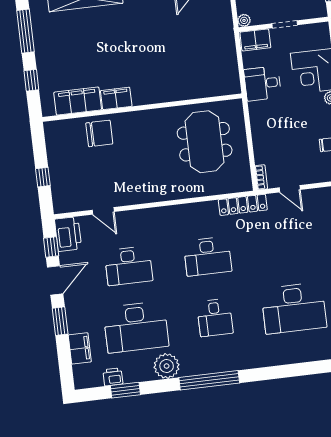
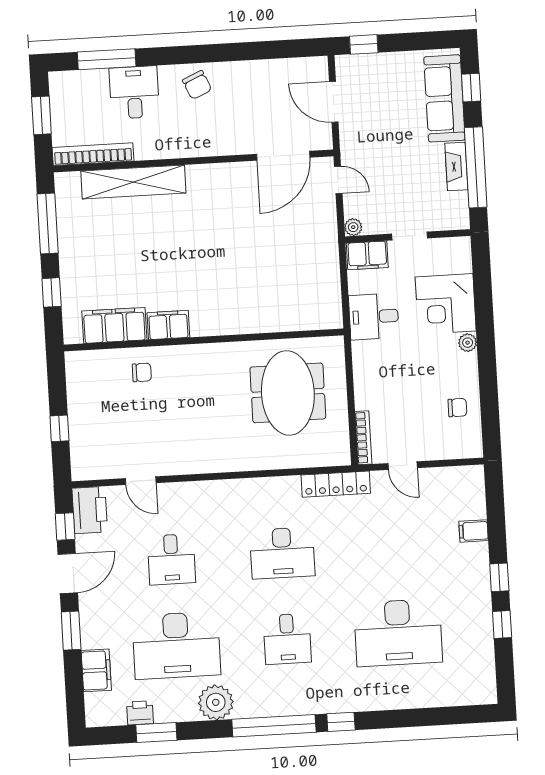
chair: (99, 133) -> (142, 372), width x0.54, depth x0.54
bookcase: (261, 177) -> (363, 438), width x1.56
desk: (129, 266) -> (171, 559), width x0.73
window: (257, 374) -> (341, 722), added

